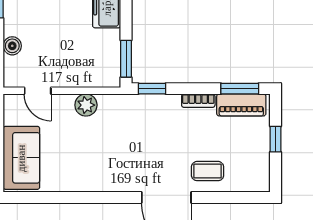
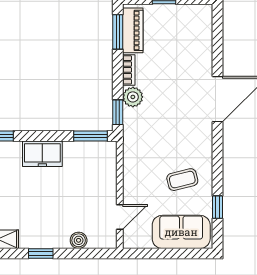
plant: (86, 105) -> (133, 97), moved
coffee table: (208, 171) -> (182, 180), moved, turned 76
window: (48, 198) -> (218, 207), added

